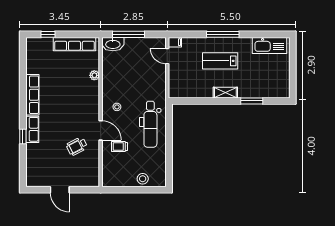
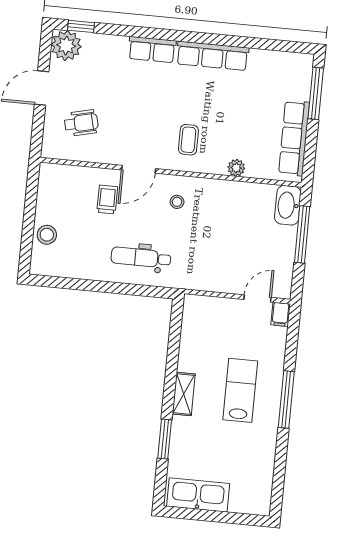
window: (48, 34) -> (316, 93), width x2.17
kitchen sink: (269, 46) -> (198, 495), moved, turned 90
coffee table: (81, 104) -> (188, 140), added
dental chair: (150, 124) -> (141, 258), width x0.73, depth x0.72
window: (23, 136) -> (81, 26), moved
wheelchair: (77, 146) -> (81, 123), moved, turned 104
plant: (35, 178) -> (66, 46), added

